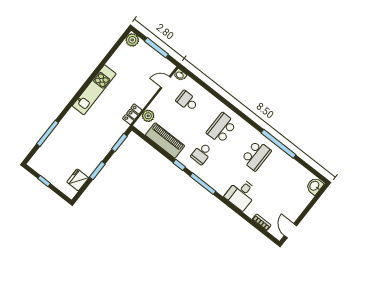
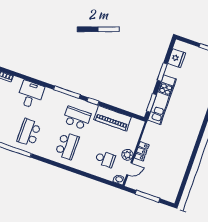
plant: (132, 40) -> (171, 196), removed
kitchen unit: (94, 90) -> (162, 100), moved, turned 180
locker: (132, 114) -> (142, 151), moved
plant: (148, 116) -> (127, 155), moved
school desk: (202, 153) -> (77, 118), width x1.85

